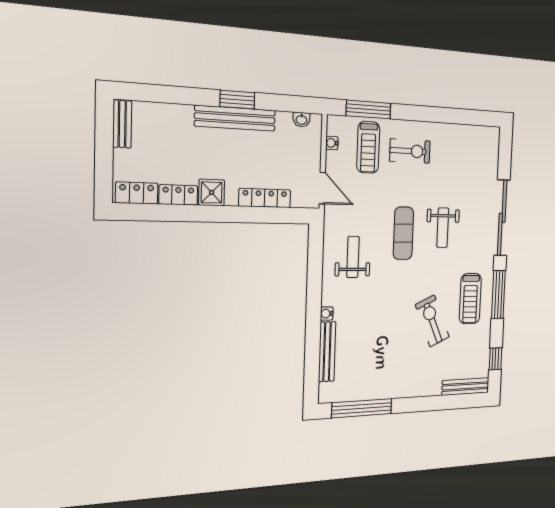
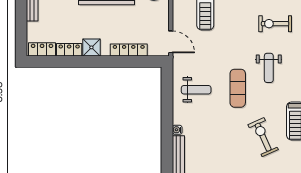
water cooler: (332, 143) -> (177, 11), removed
exercise bike: (410, 151) -> (275, 24), moved, turned 180
exercise mat: (403, 233) -> (238, 88), moved
weight bench: (353, 257) -> (196, 90), turned 90

